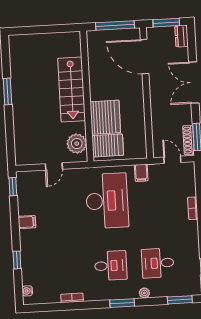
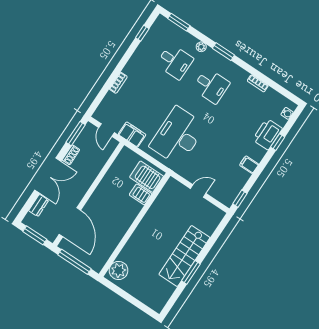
dresser: (182, 36) -> (39, 205), moved
stairs: (72, 89) -> (184, 256), moved, turned 180
server rack: (105, 117) -> (141, 194), width x0.46, depth x0.70
shoe rack: (188, 140) -> (71, 155), moved, width x0.70
plant: (77, 144) -> (119, 270), moved
filing cabinet: (141, 173) -> (132, 134), width x2.00
printer: (31, 260) -> (267, 134), added
desk: (111, 266) -> (211, 86), turned 180

